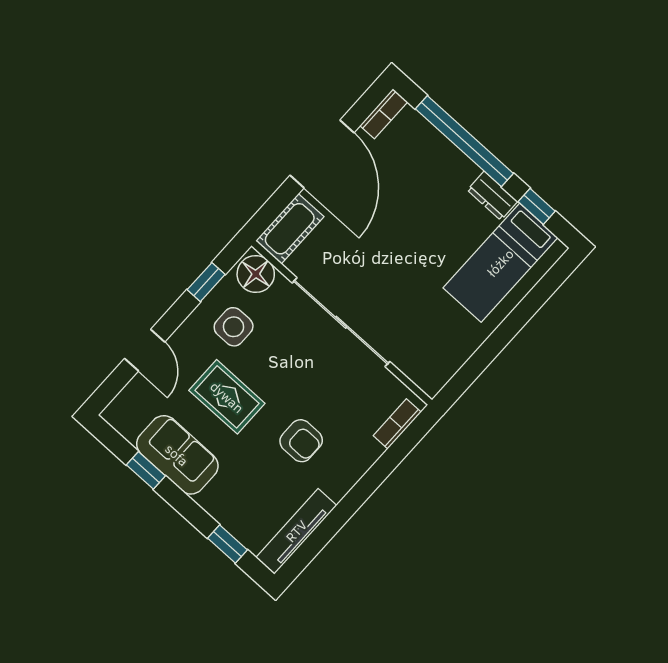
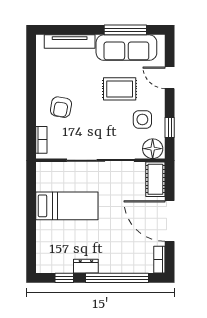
bed: (500, 263) -> (67, 206), moved, turned 90
armchair: (301, 441) -> (61, 107), moved, turned -80
sofa: (177, 455) -> (126, 48), width x1.36
window: (146, 470) -> (125, 30), width x2.17
tv unit: (296, 531) -> (70, 42), moved, turned 90
window: (227, 544) -> (66, 30), removed

